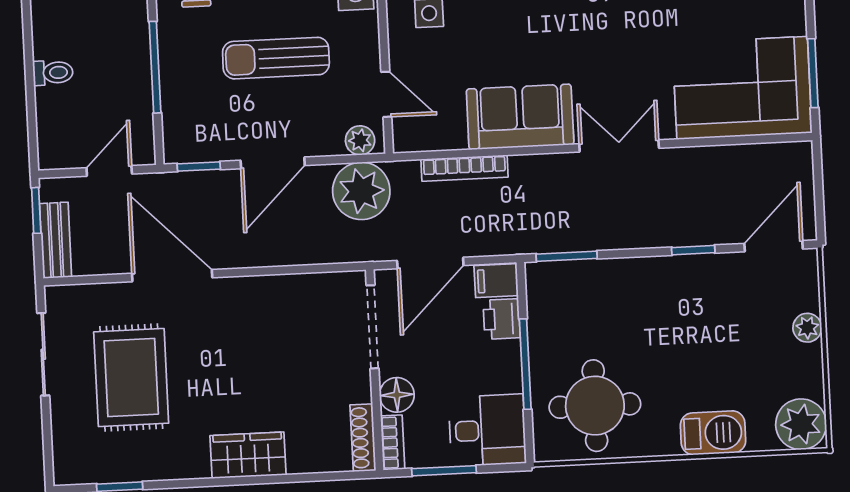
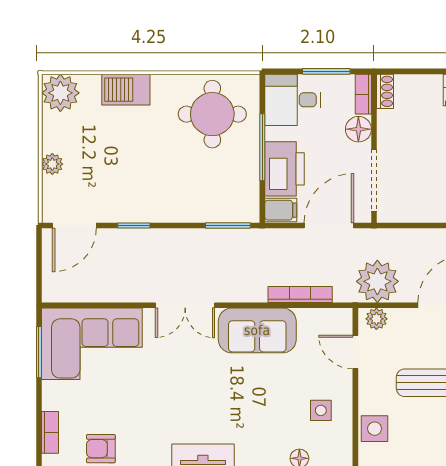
printer: (502, 319) -> (285, 169), width x1.87, depth x1.48
shoe rack: (363, 438) -> (385, 91), width x0.70

